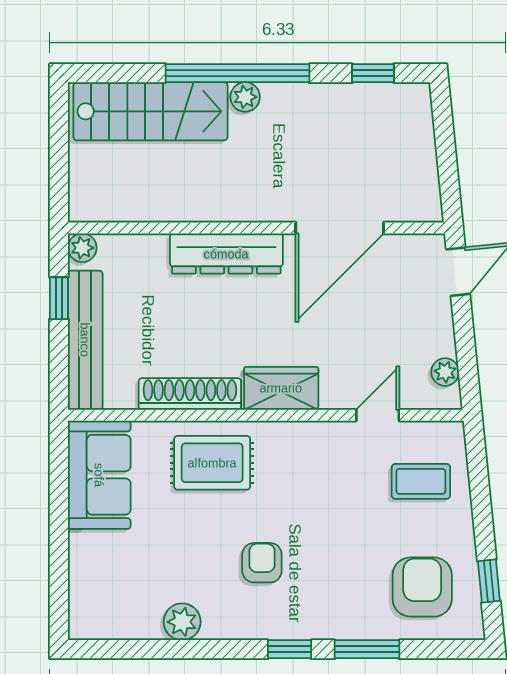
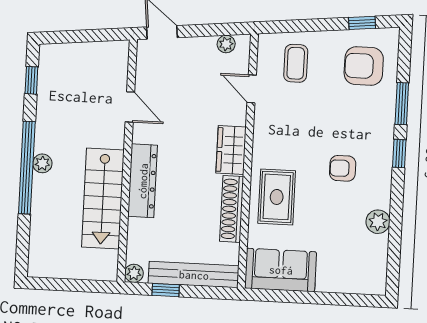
stairs: (150, 111) -> (103, 199), moved, turned 180
door: (340, 228) -> (130, 107), width x0.53

